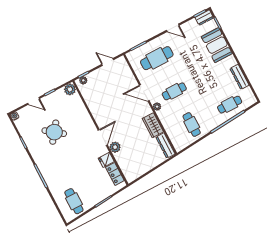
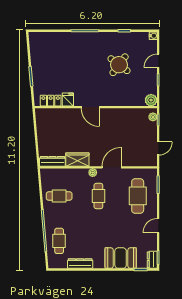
plant: (115, 147) -> (75, 114), removed
cafe table: (74, 201) -> (45, 49), removed

